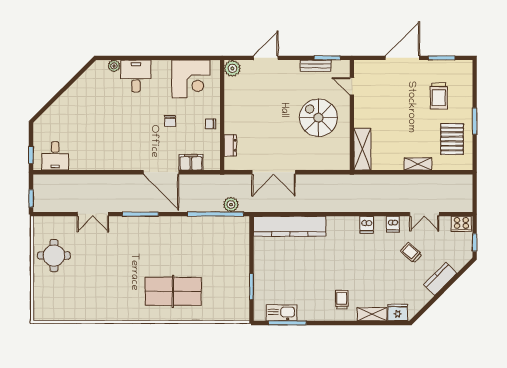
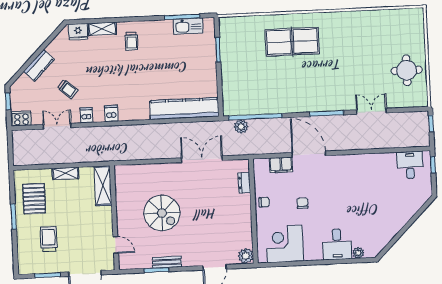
door: (352, 86) -> (116, 245), moved
wall: (352, 115) -> (114, 218), moved
shelving: (362, 149) -> (103, 186), moved

